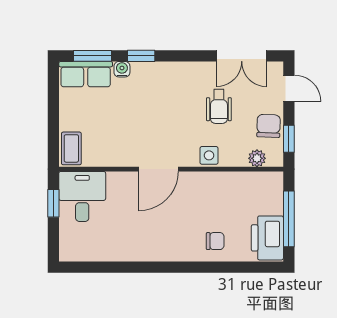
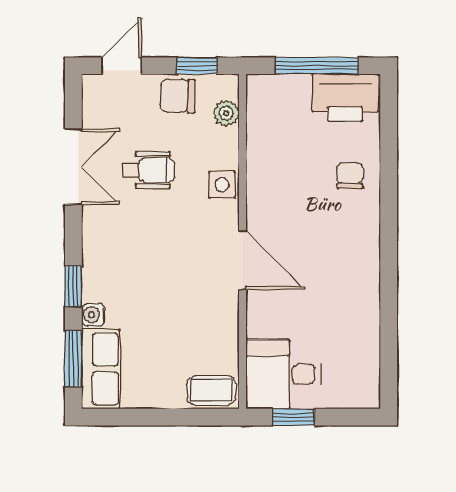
double door: (242, 56) -> (73, 167), moved

